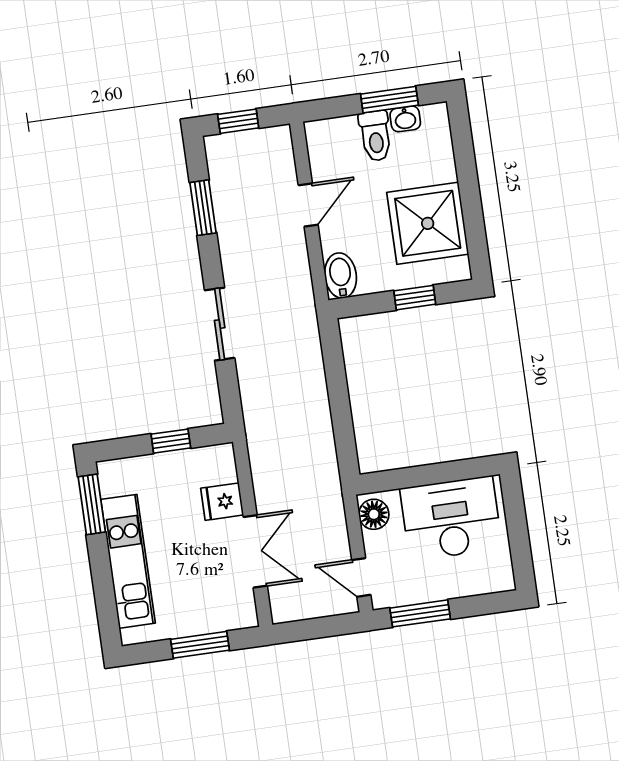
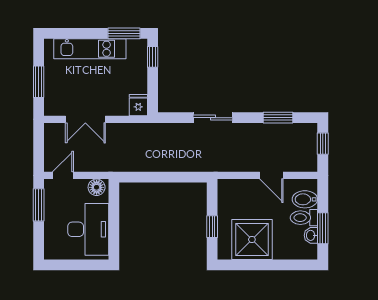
bidet: (341, 276) -> (305, 199), moved, turned 180
window: (171, 441) -> (153, 57), moved
fridge: (222, 502) -> (138, 105), moved

